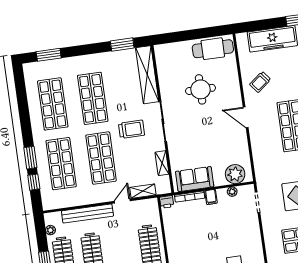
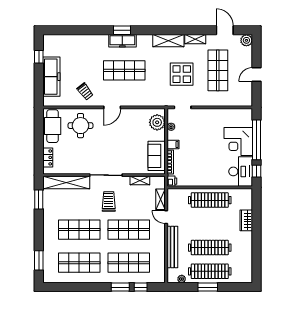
locker: (174, 48) -> (48, 157), added
round table: (201, 89) -> (80, 126), moved

